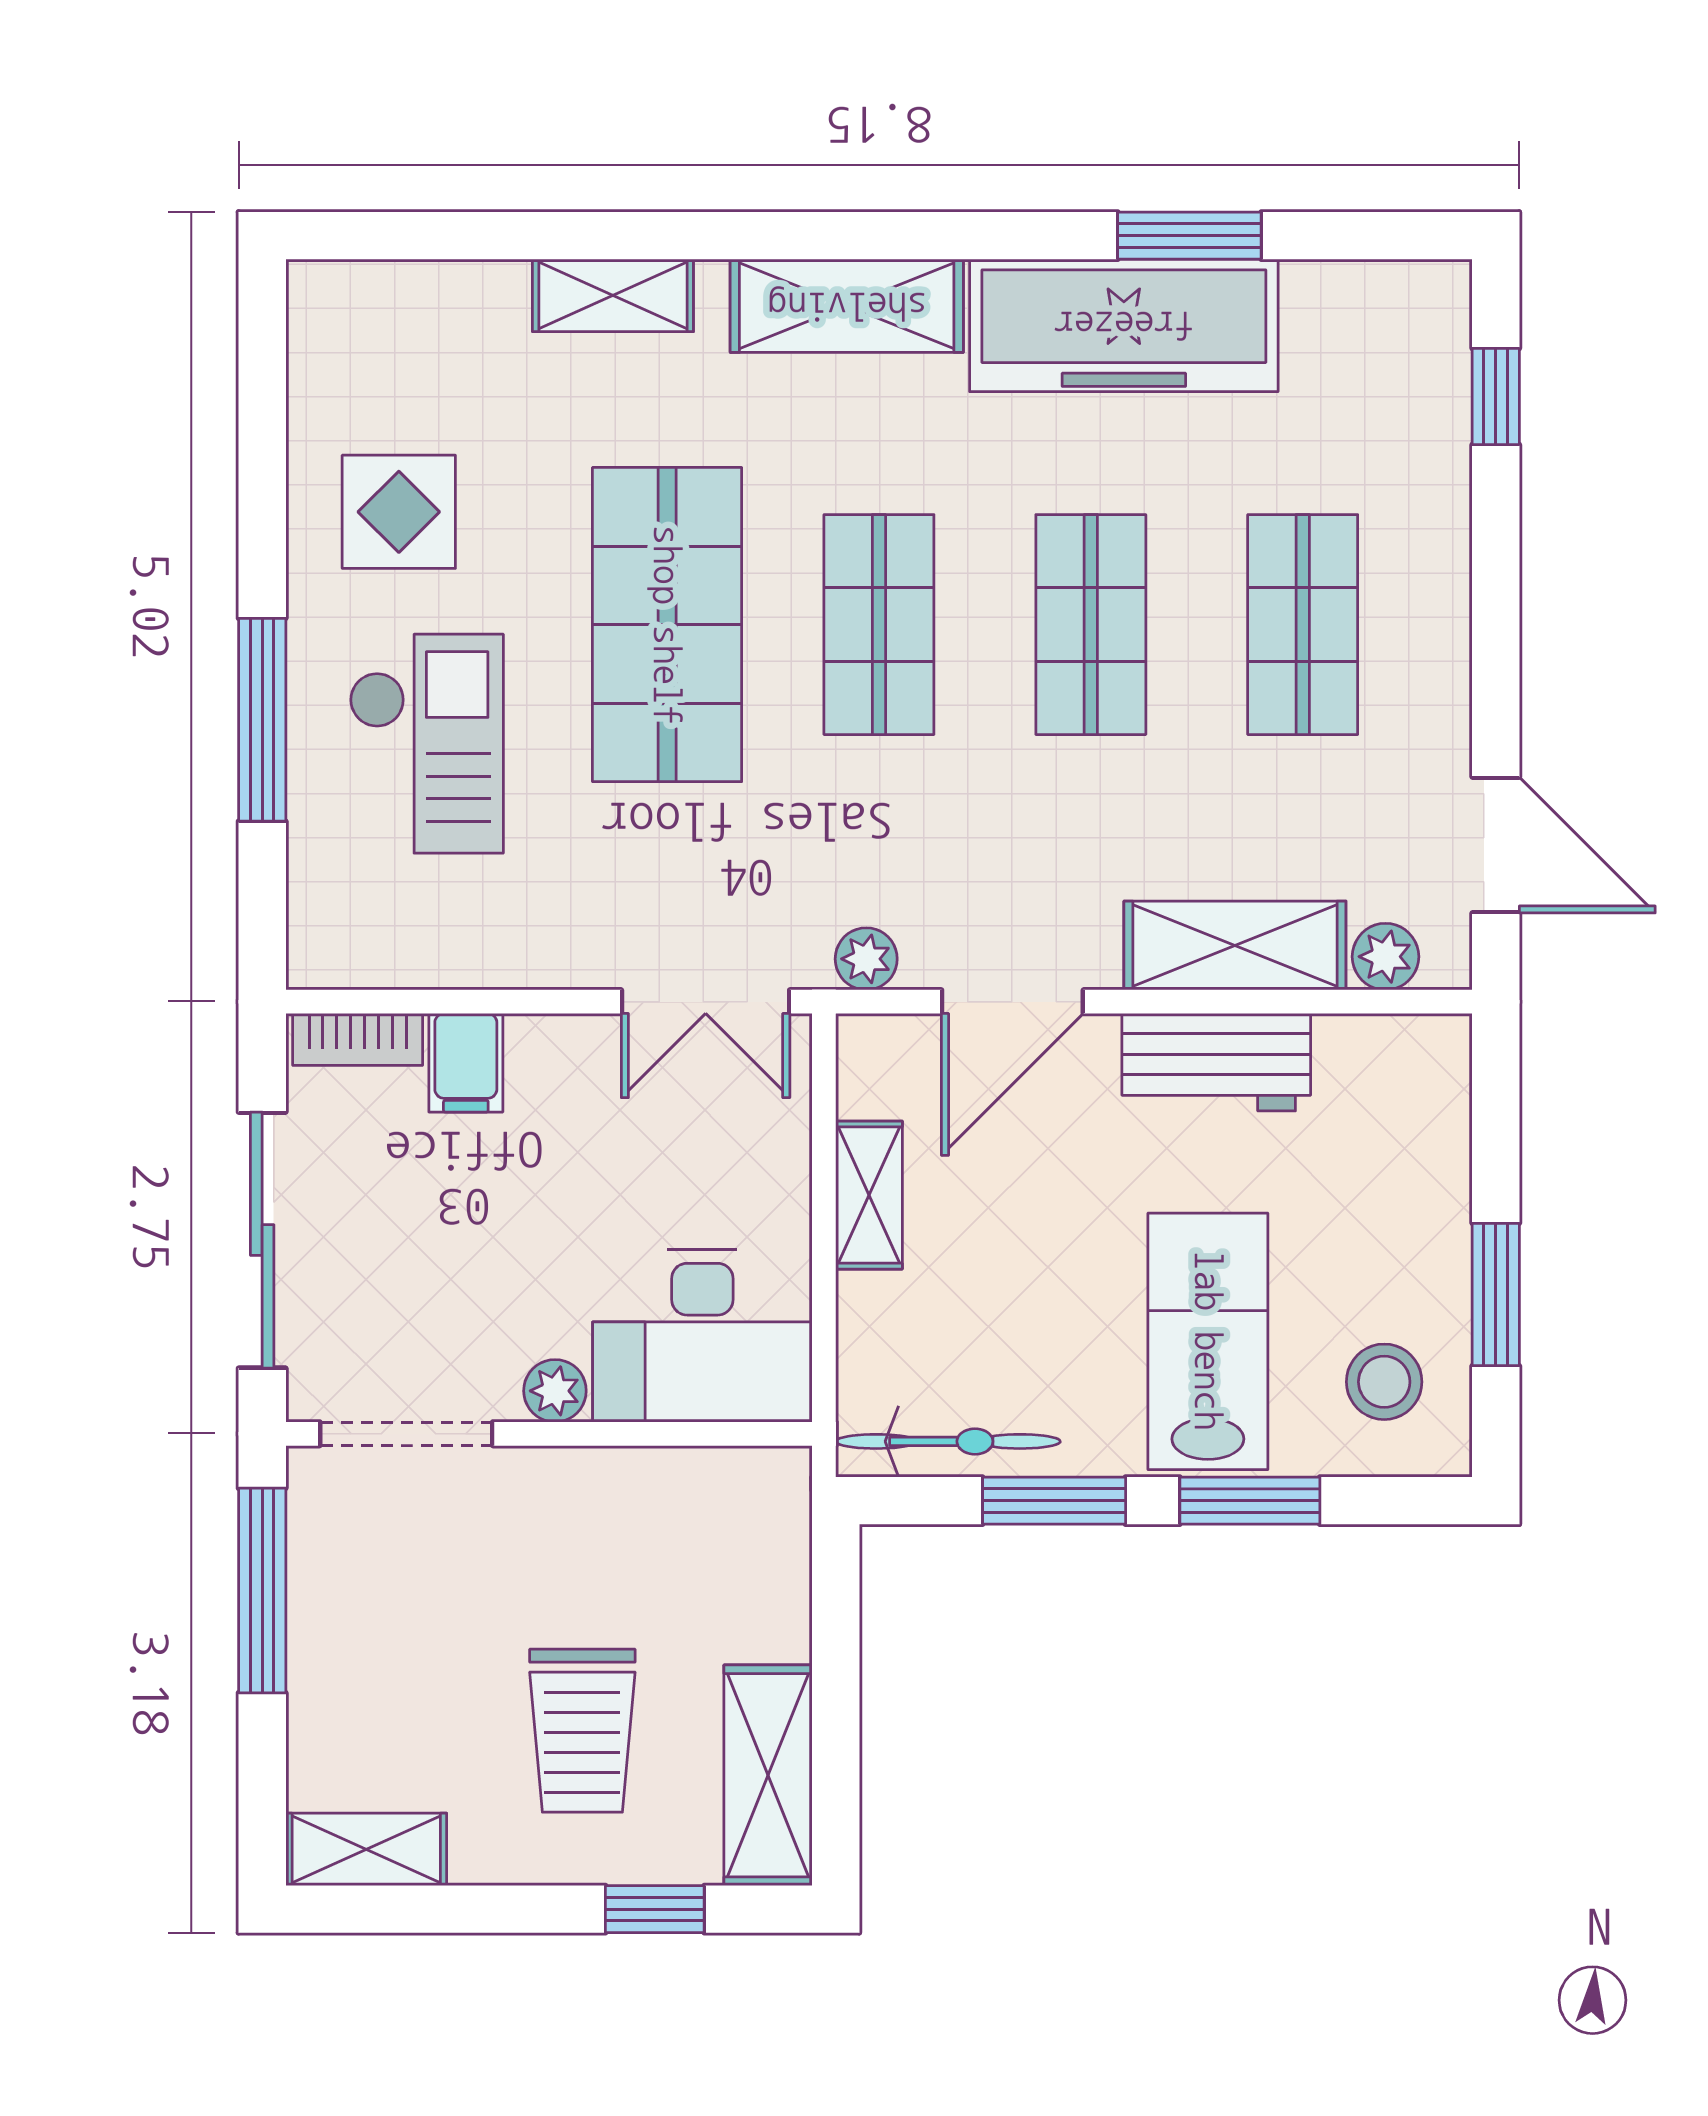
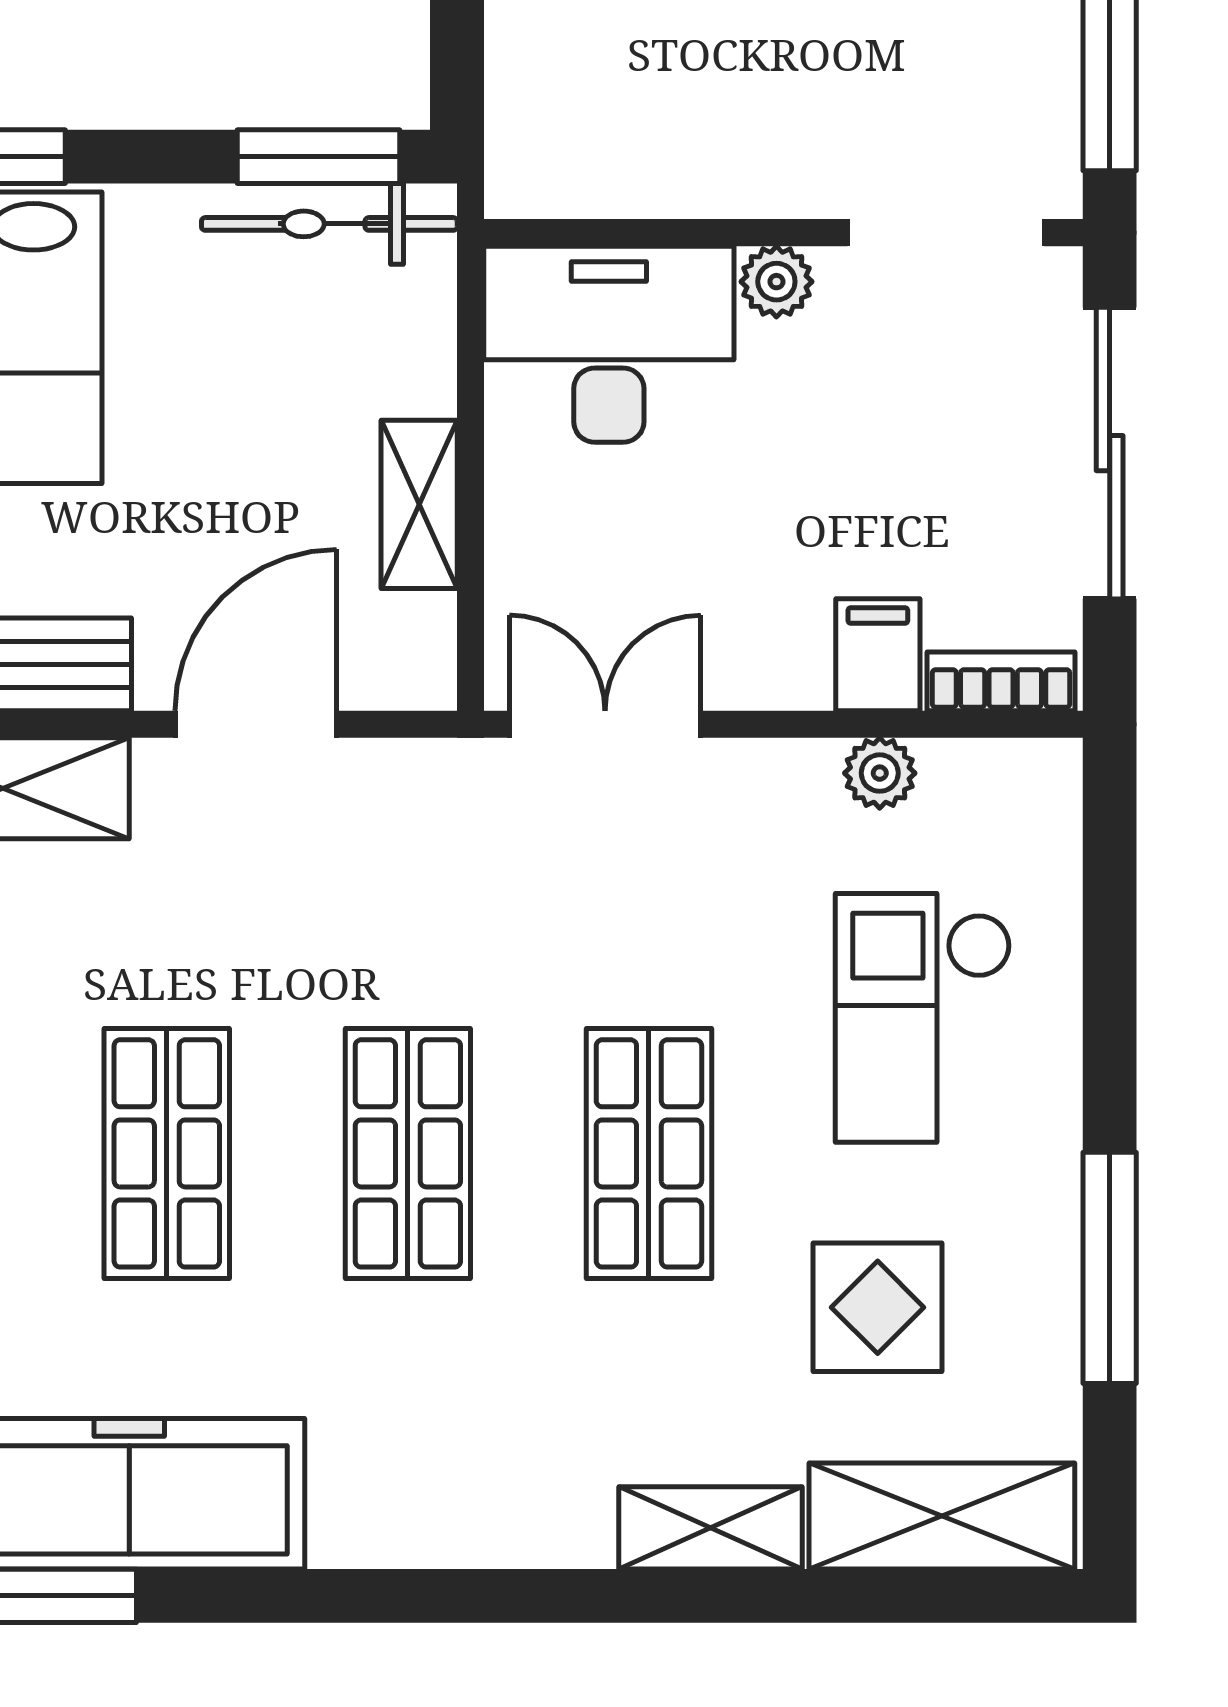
shelving: (847, 306) -> (942, 1516), moved
display table: (399, 512) -> (878, 1307), moved
shop shelf: (667, 625) -> (649, 1153), width x0.70, depth x0.74
window: (262, 720) -> (1110, 1268), moved
plant: (866, 959) -> (880, 773), moved
window: (1054, 1501) -> (318, 157), moved

